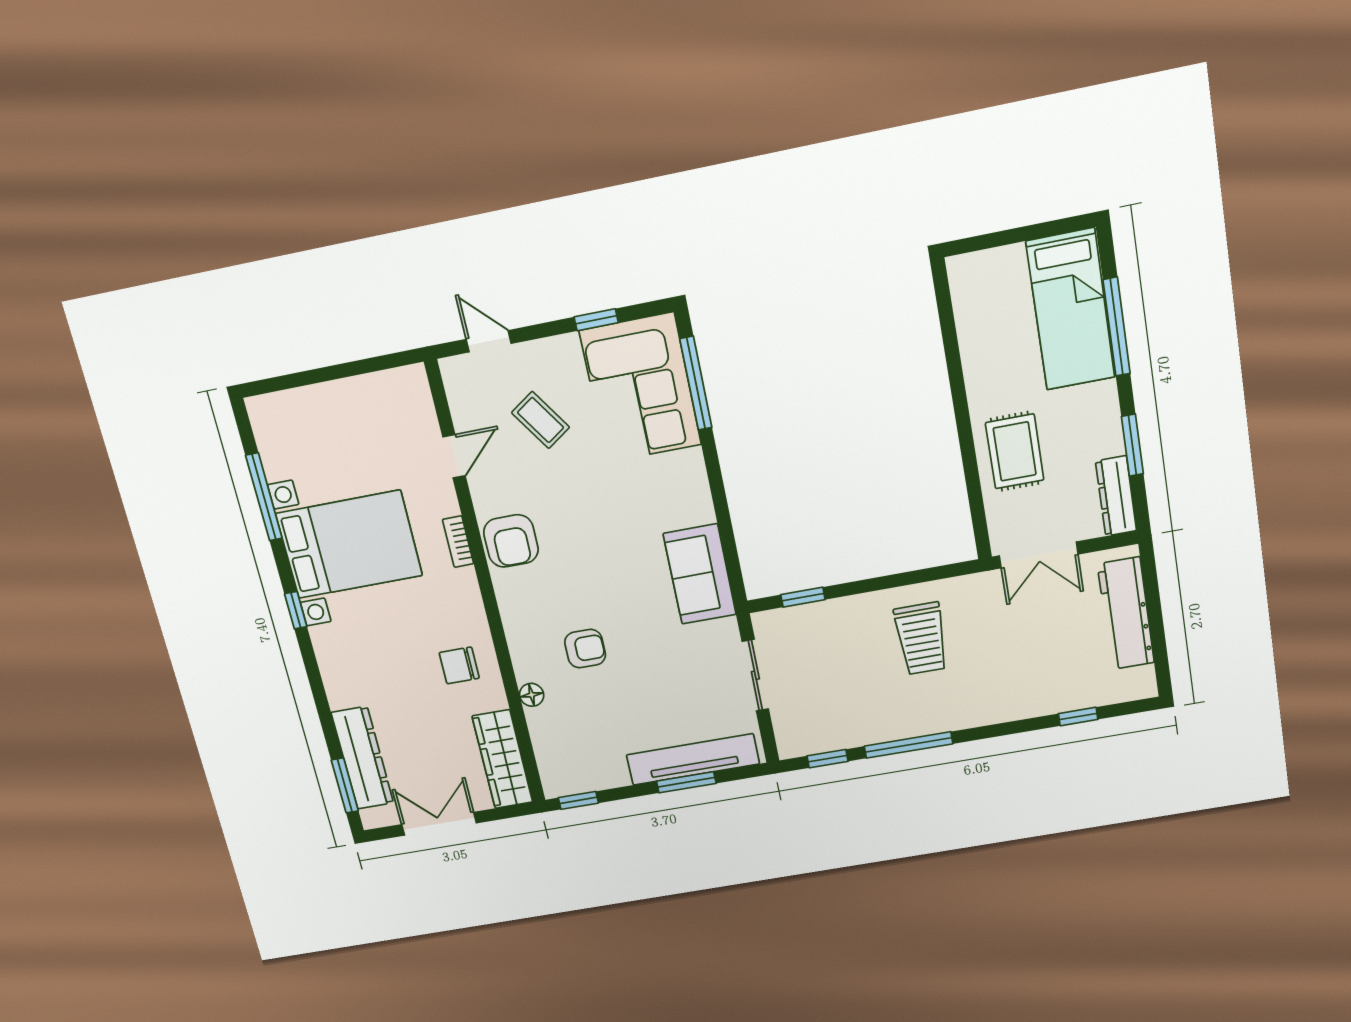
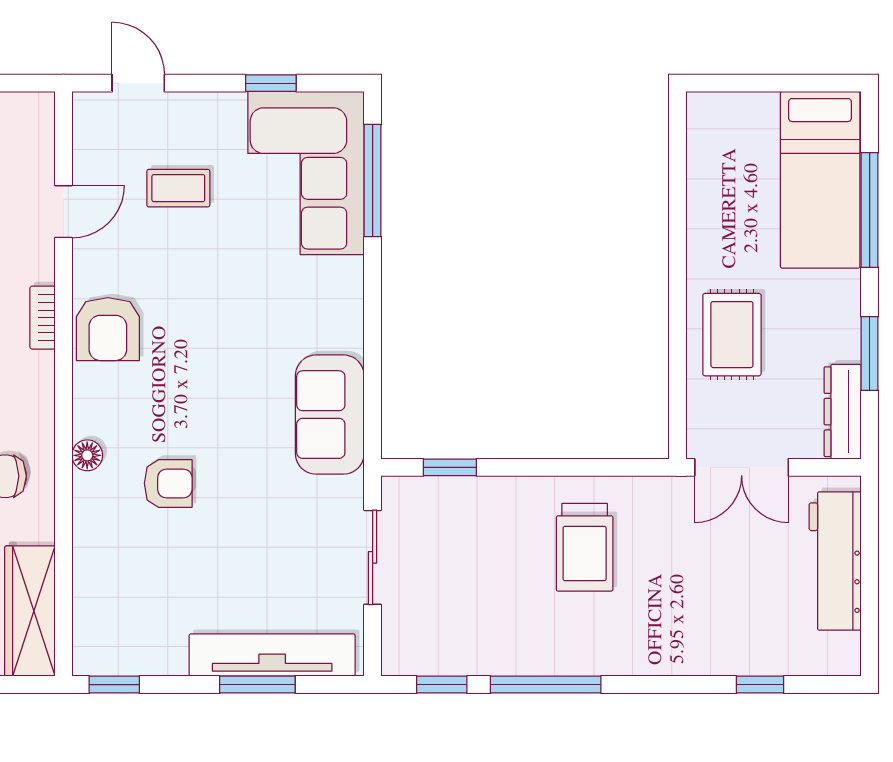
coffee table: (540, 420) -> (178, 188), turned -56
floor lamp: (532, 695) -> (87, 455), moved

